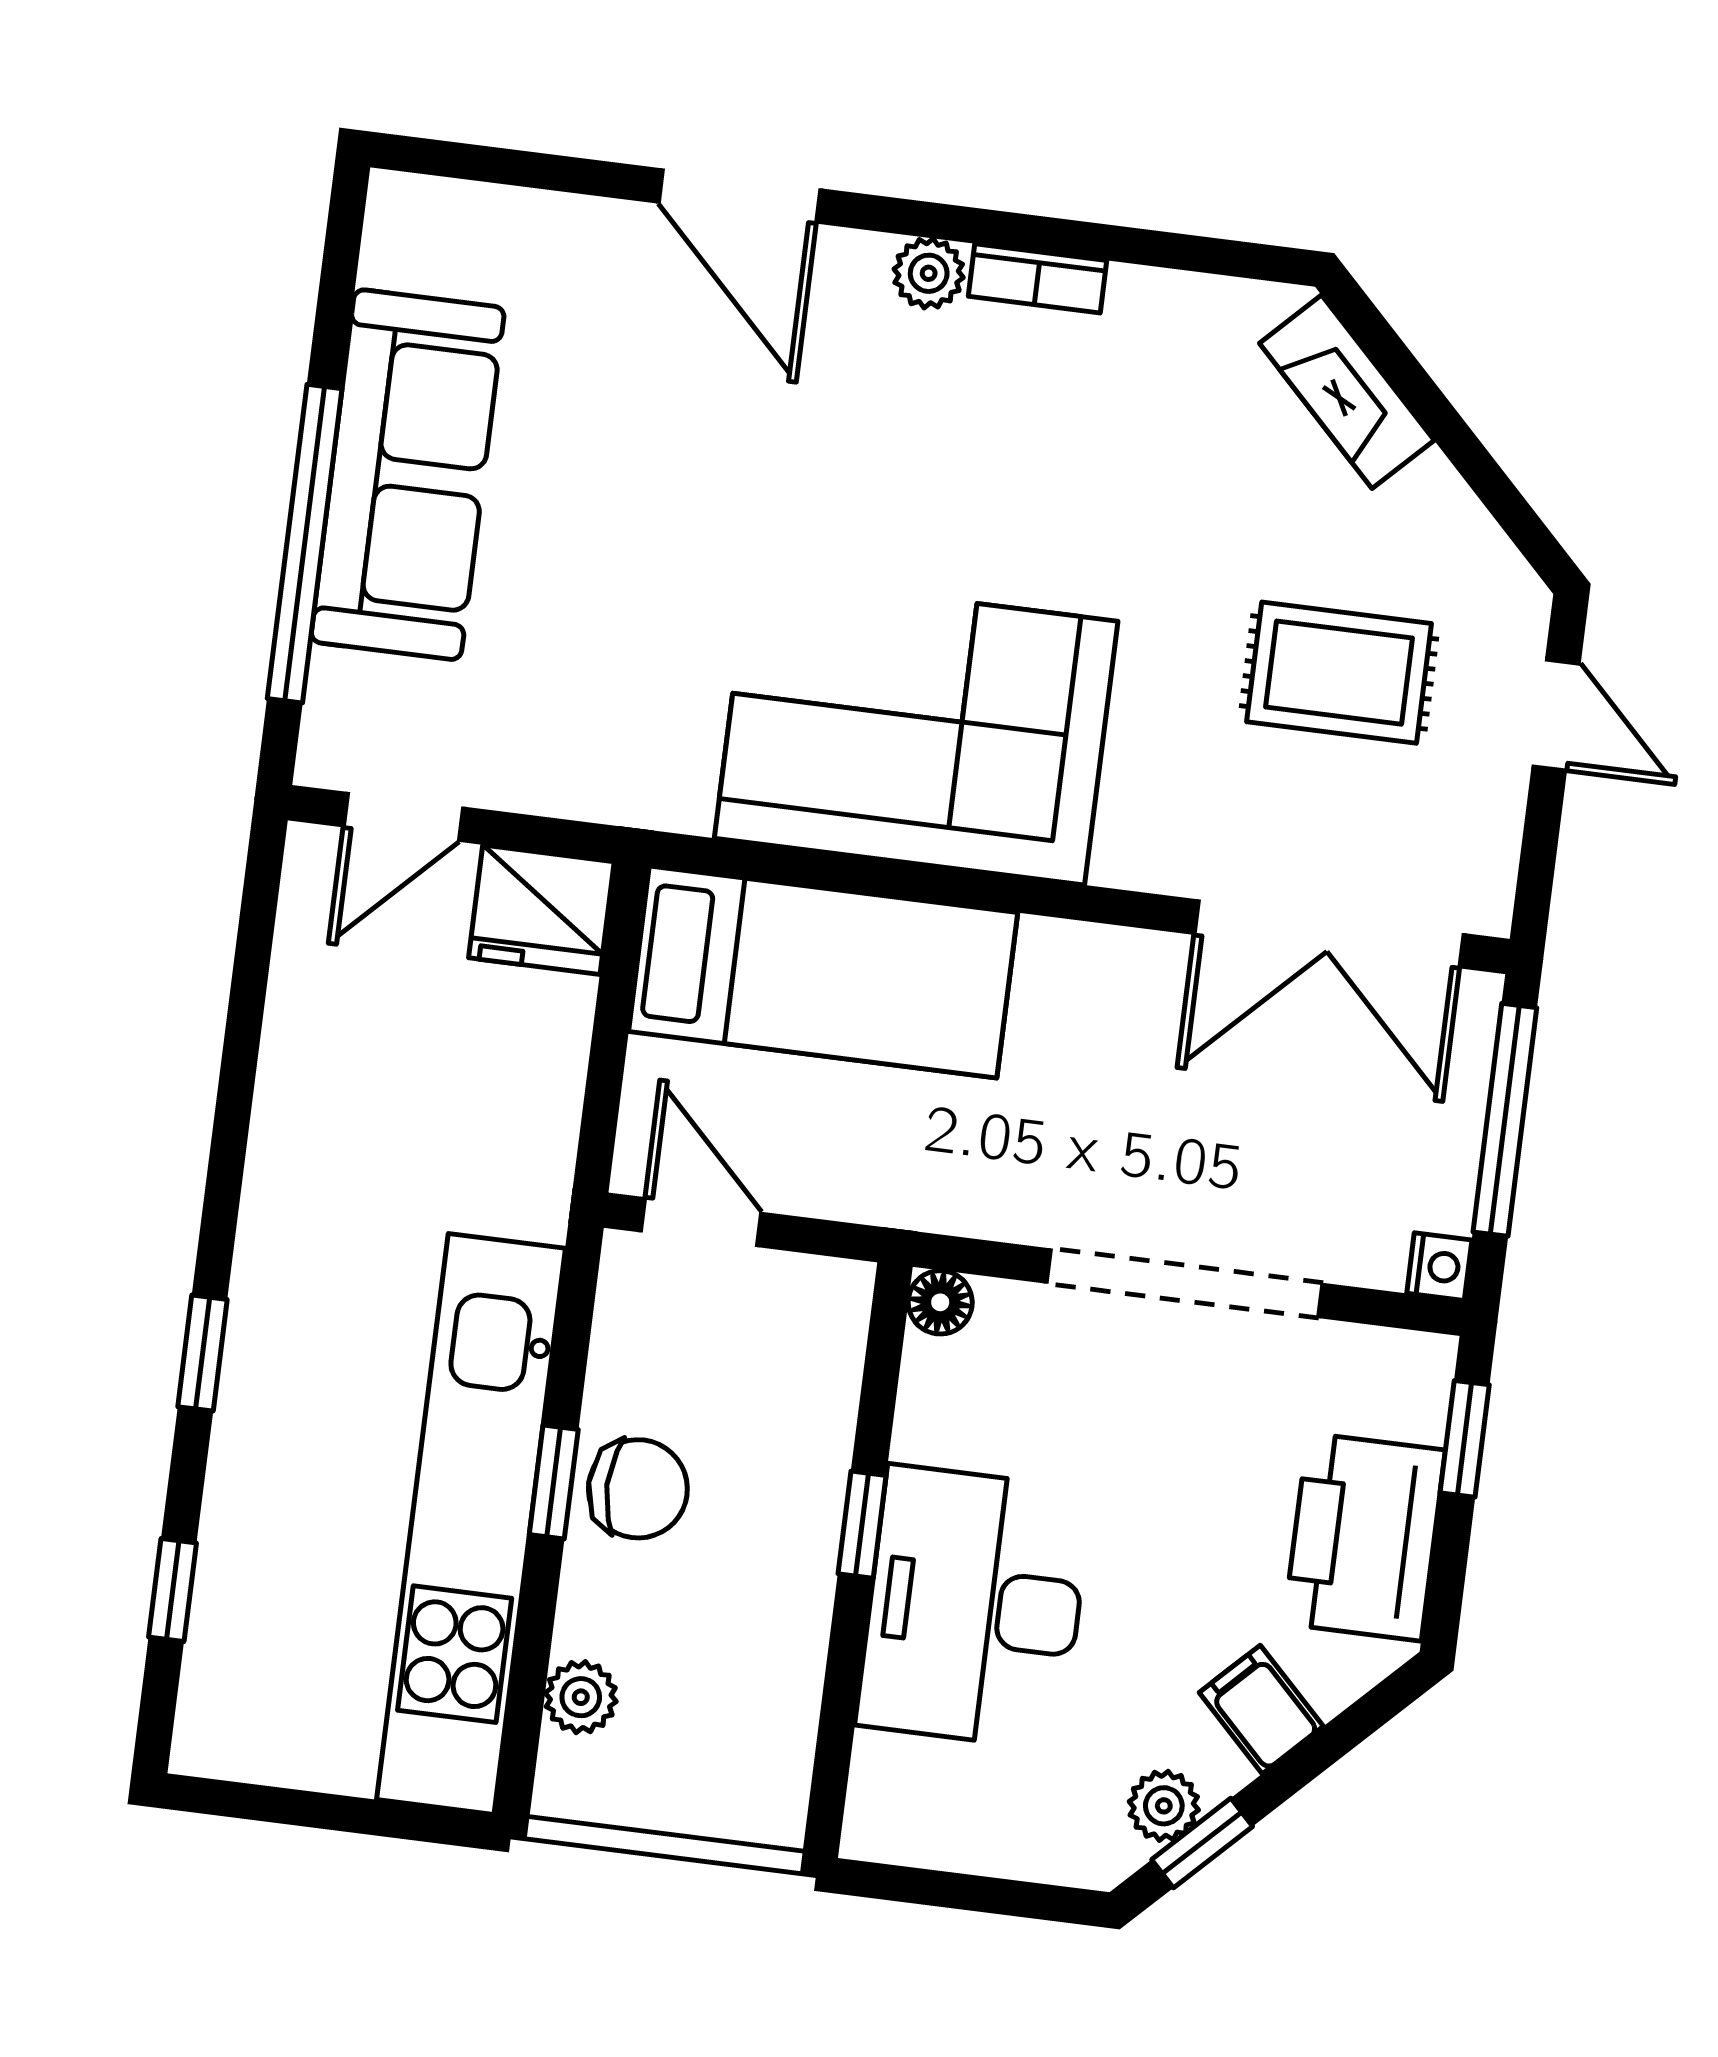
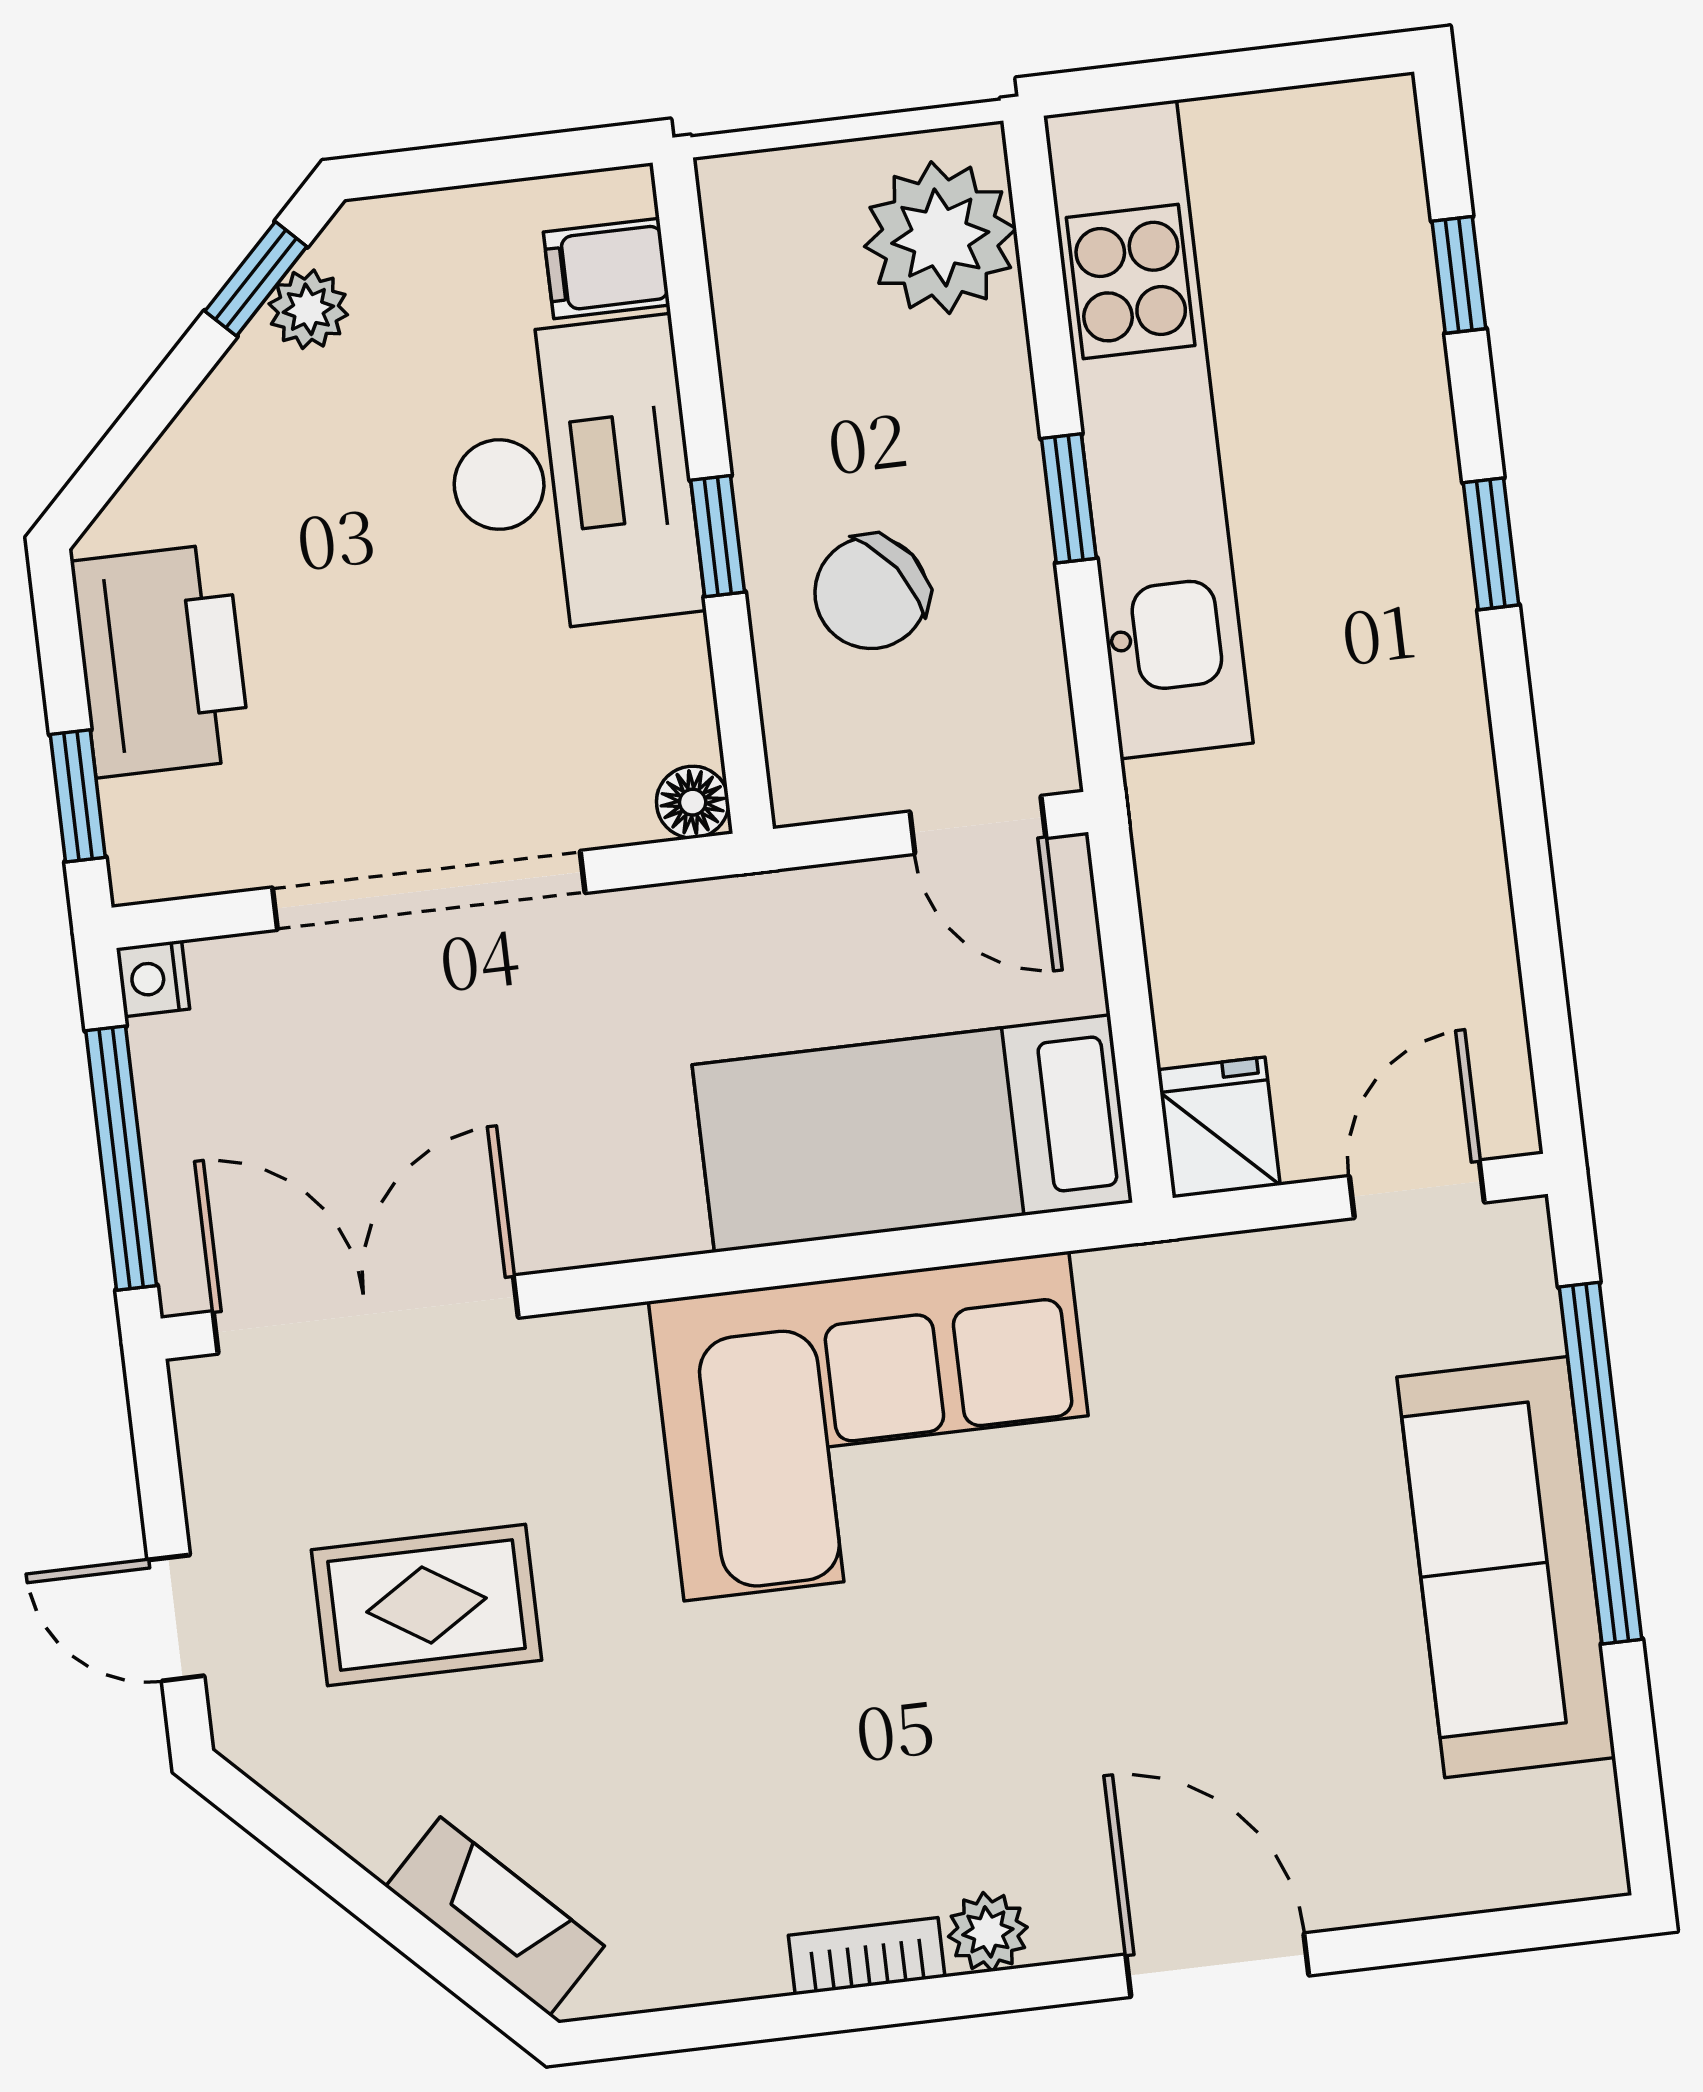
fridge: (541, 910) -> (1219, 1127), width x0.72
chair: (638, 1489) -> (871, 593), moved, turned -36
plant: (581, 1697) -> (940, 238), width x1.87, depth x1.87
filing cabinet: (1261, 1709) -> (607, 269), moved, turned 135

